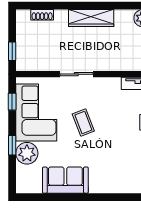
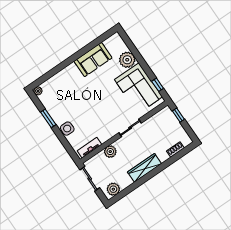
plant: (117, 63) -> (110, 152), added
coffee table: (83, 122) -> (106, 102), removed
window: (12, 145) -> (139, 58), removed

